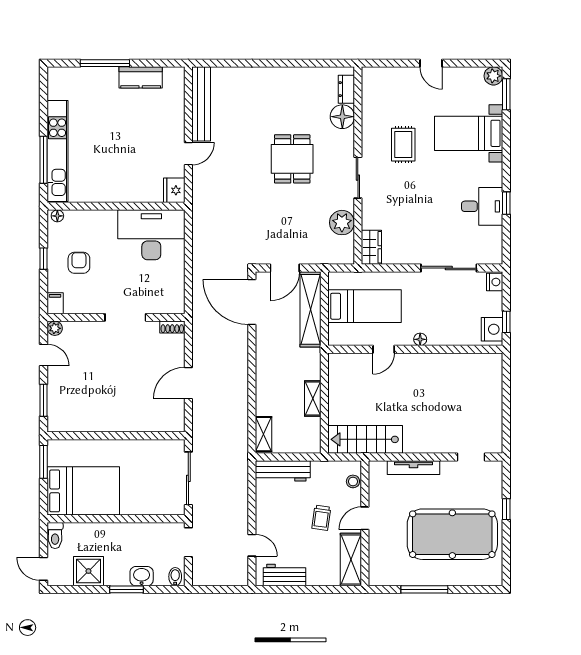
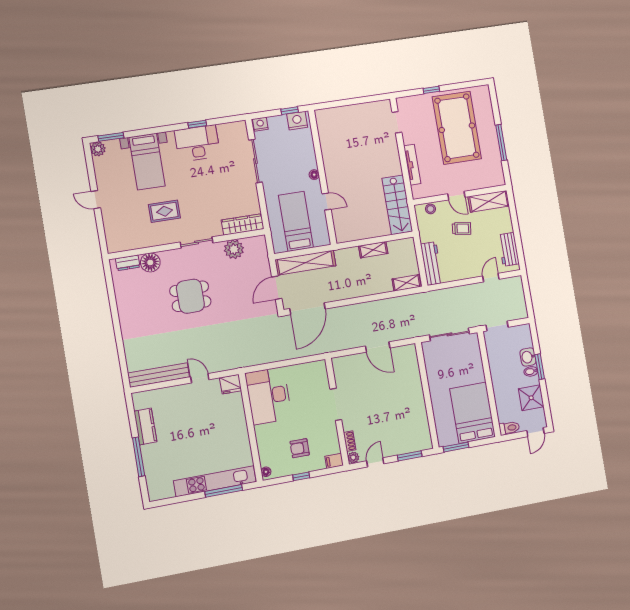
door: (431, 63) -> (96, 200), swing flipped
desk: (482, 206) -> (197, 143), width x1.37
wardrobe: (371, 247) -> (243, 224), width x1.50
door: (285, 268) -> (277, 288), swing flipped
shoe rack: (172, 327) -> (350, 441), moved
bidet: (175, 577) -> (531, 371), moved

